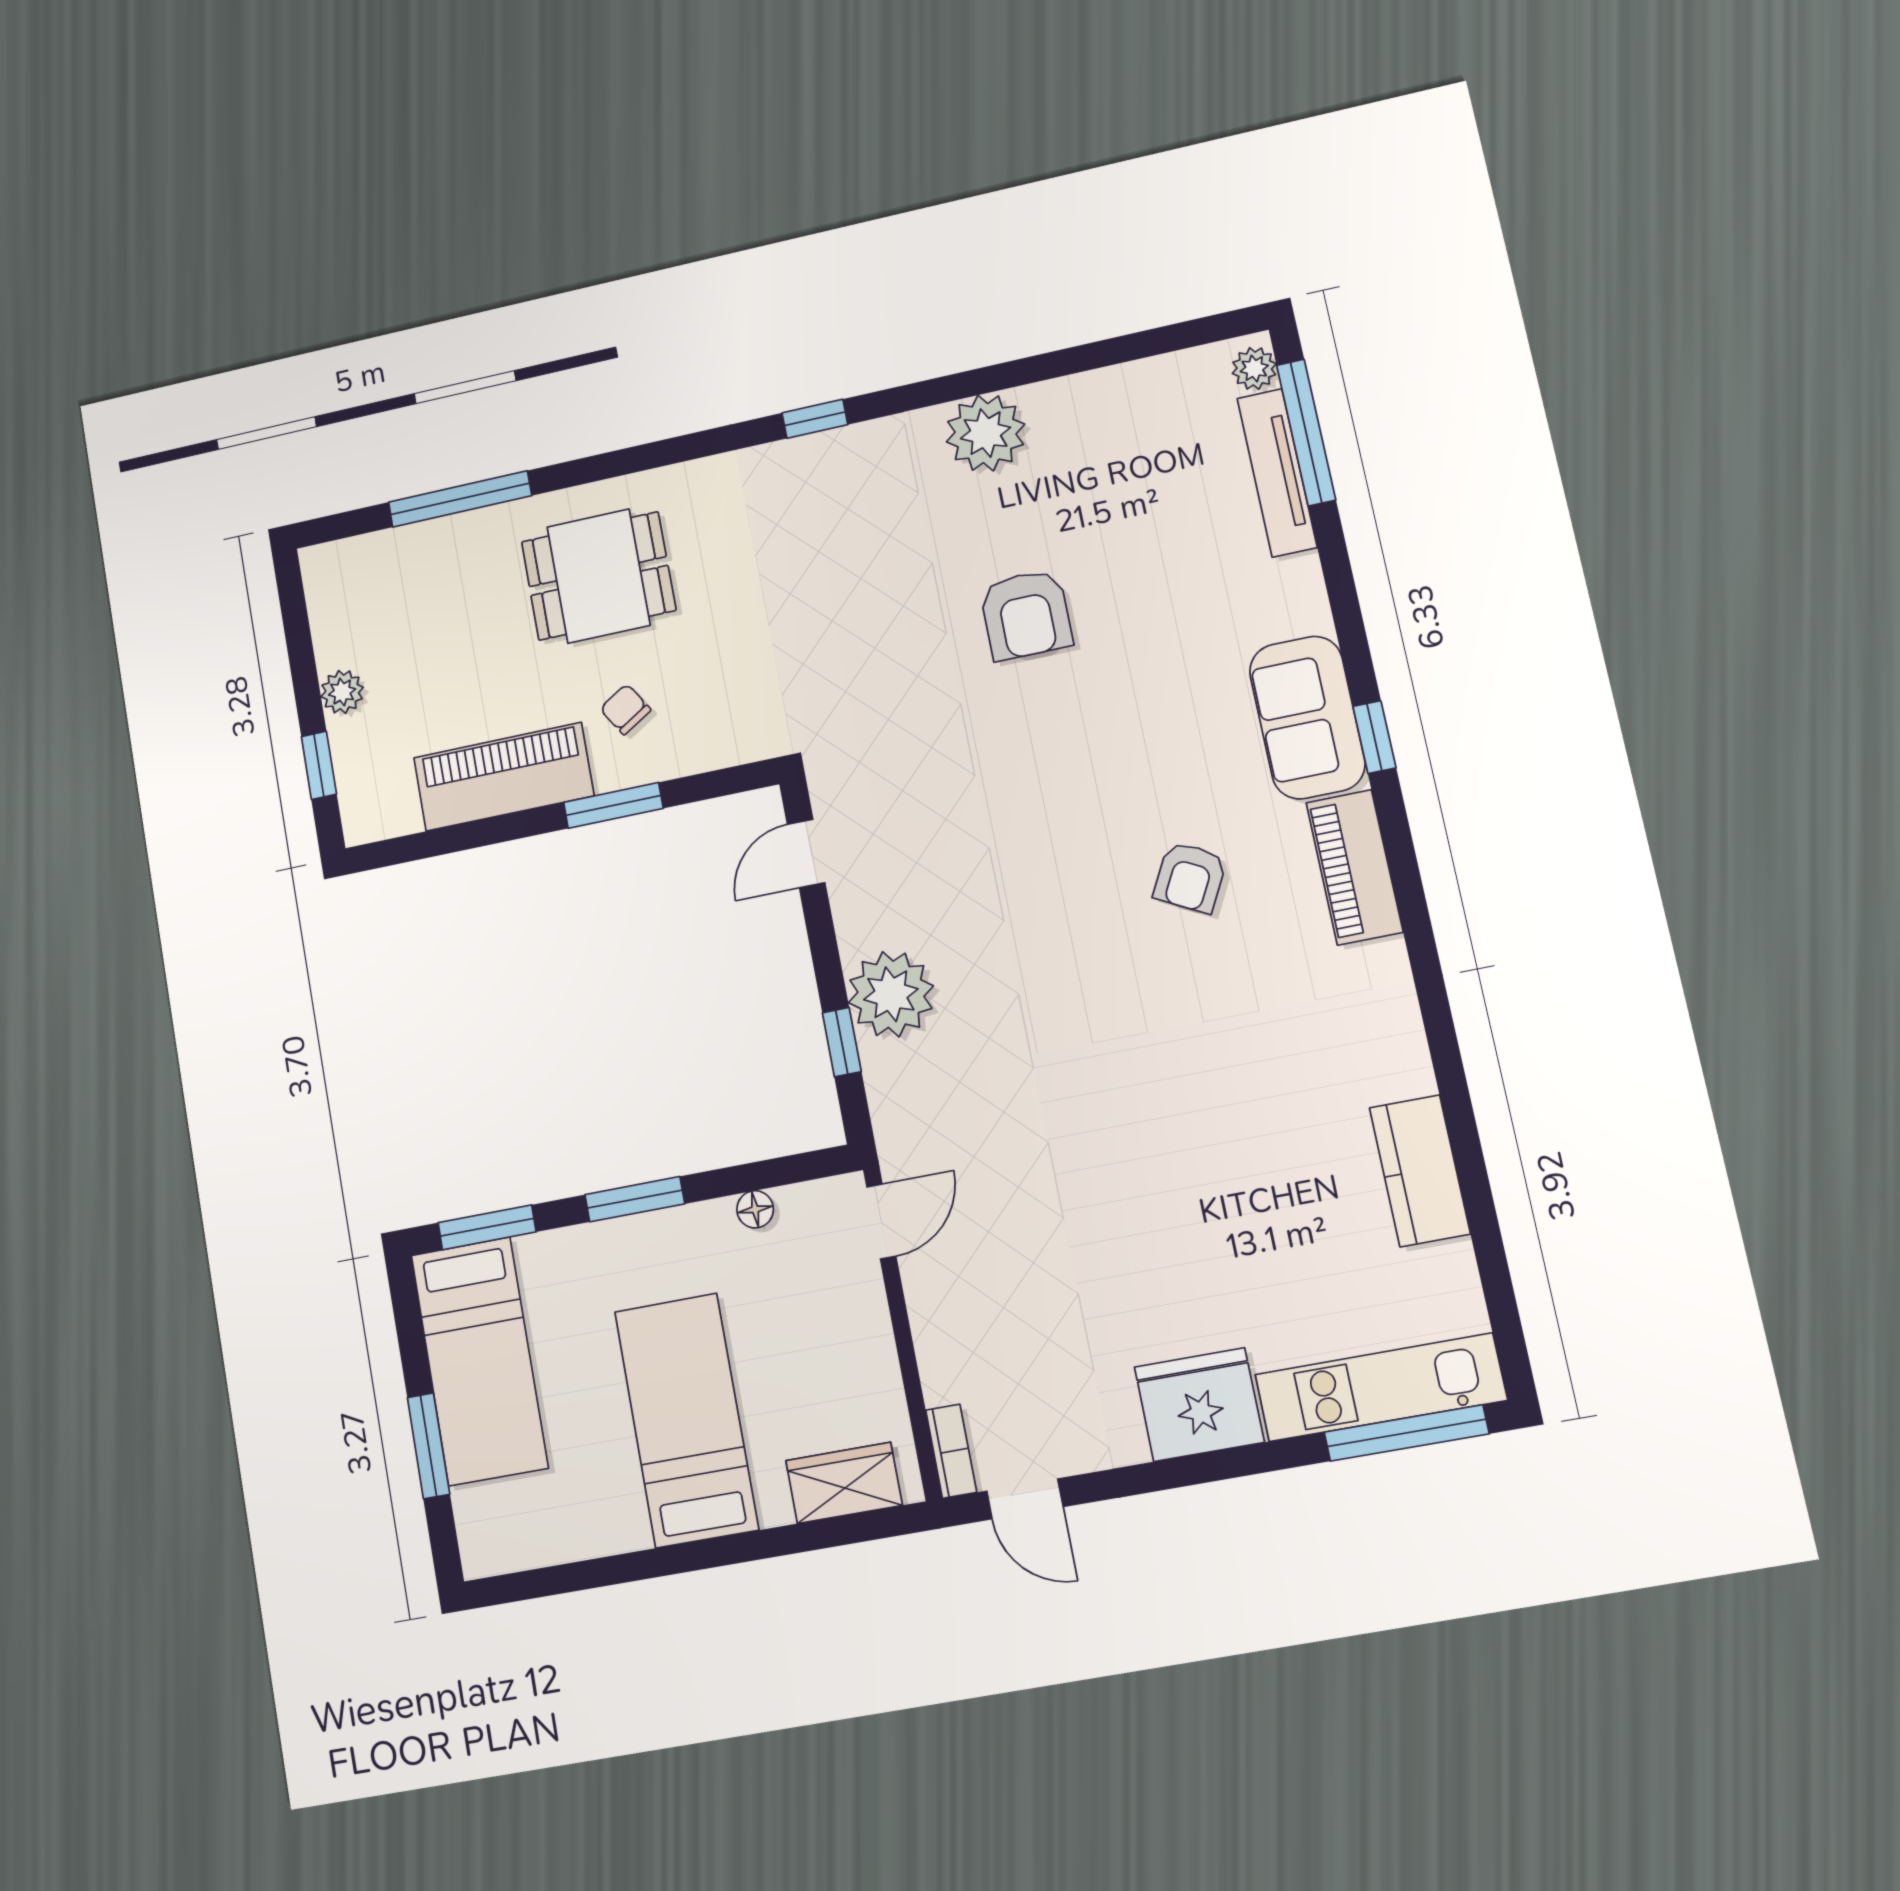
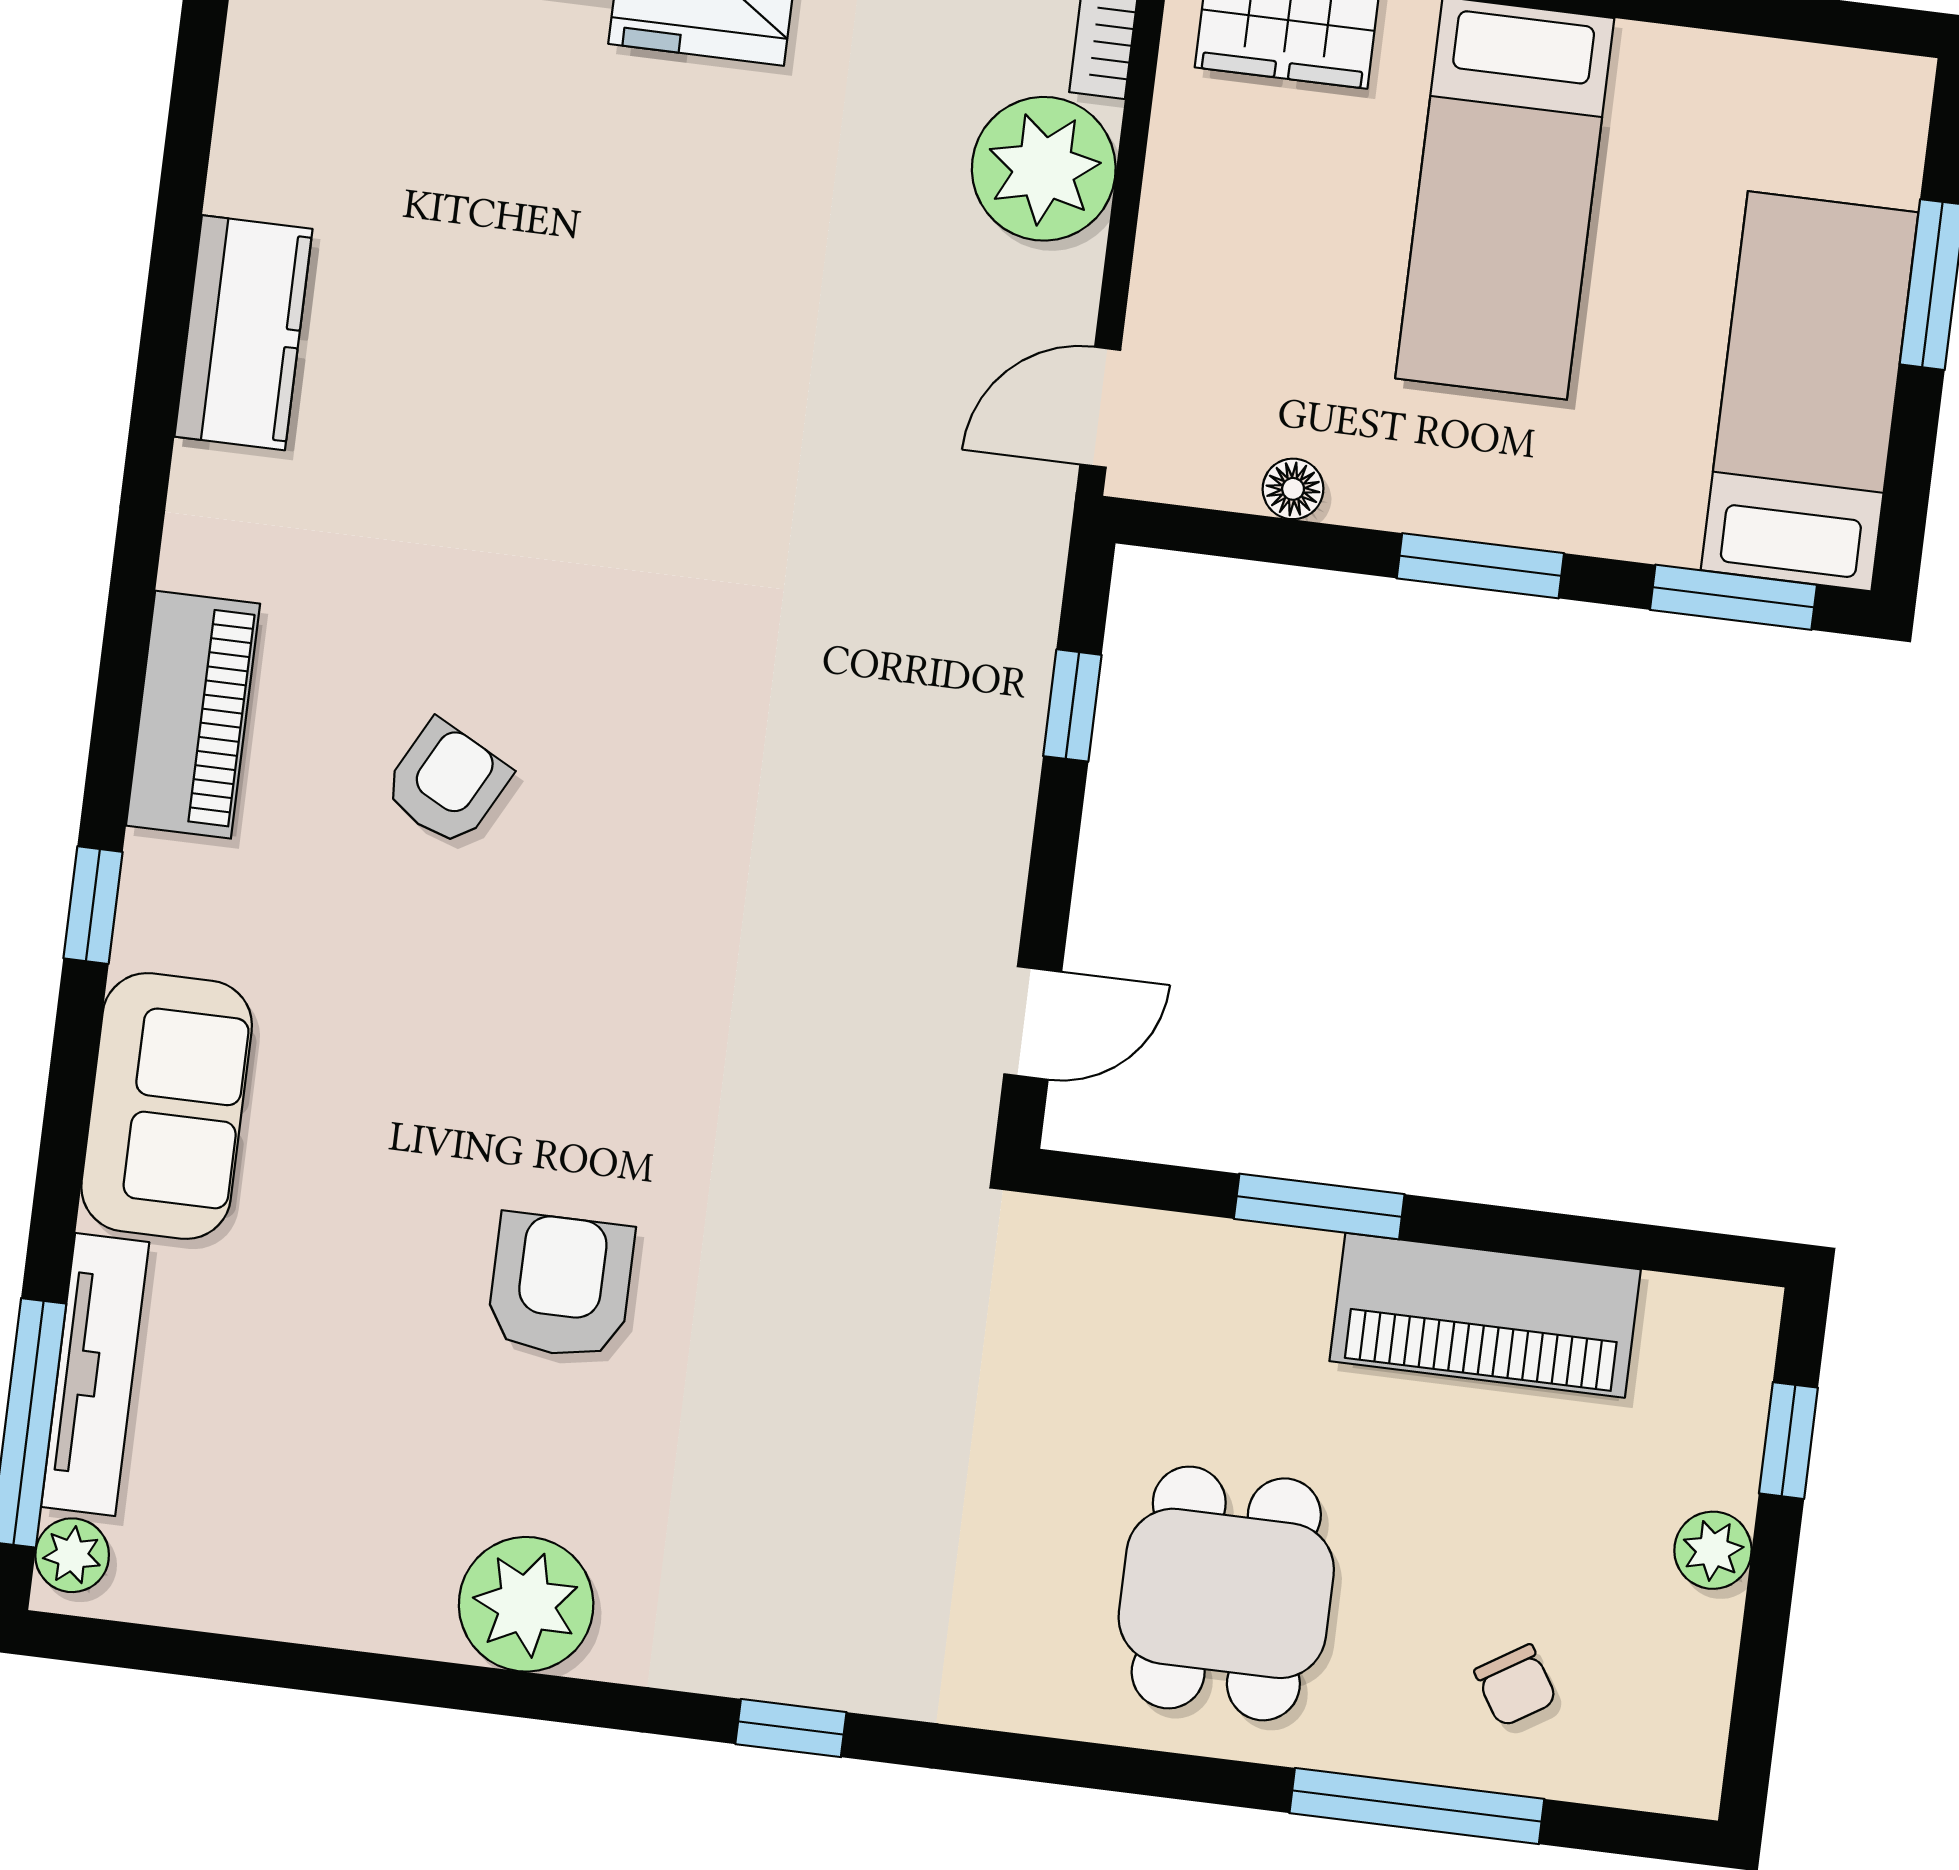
dining table: (598, 576) -> (1226, 1593), turned 90
chair: (625, 709) -> (1516, 1686), moved
sofa: (1307, 717) -> (167, 1106), moved
plant: (891, 994) -> (1044, 169), moved
kitchen counter: (1420, 1171) -> (243, 333), moved

